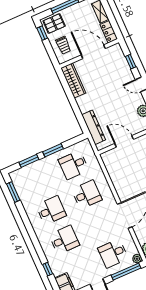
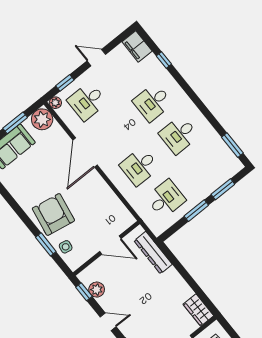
wardrobe: (73, 80) -> (198, 310), width x0.67
desk: (113, 253) -> (87, 101), turned 180
window: (126, 272) -> (65, 83), width x0.46

